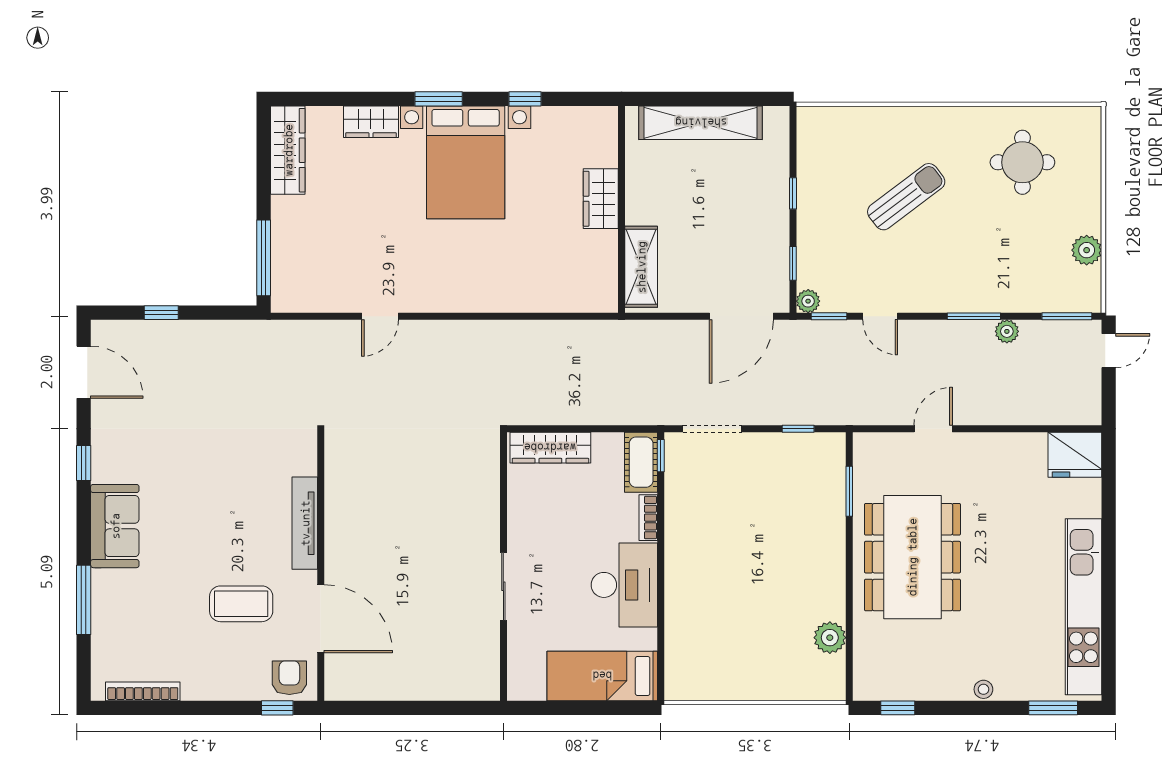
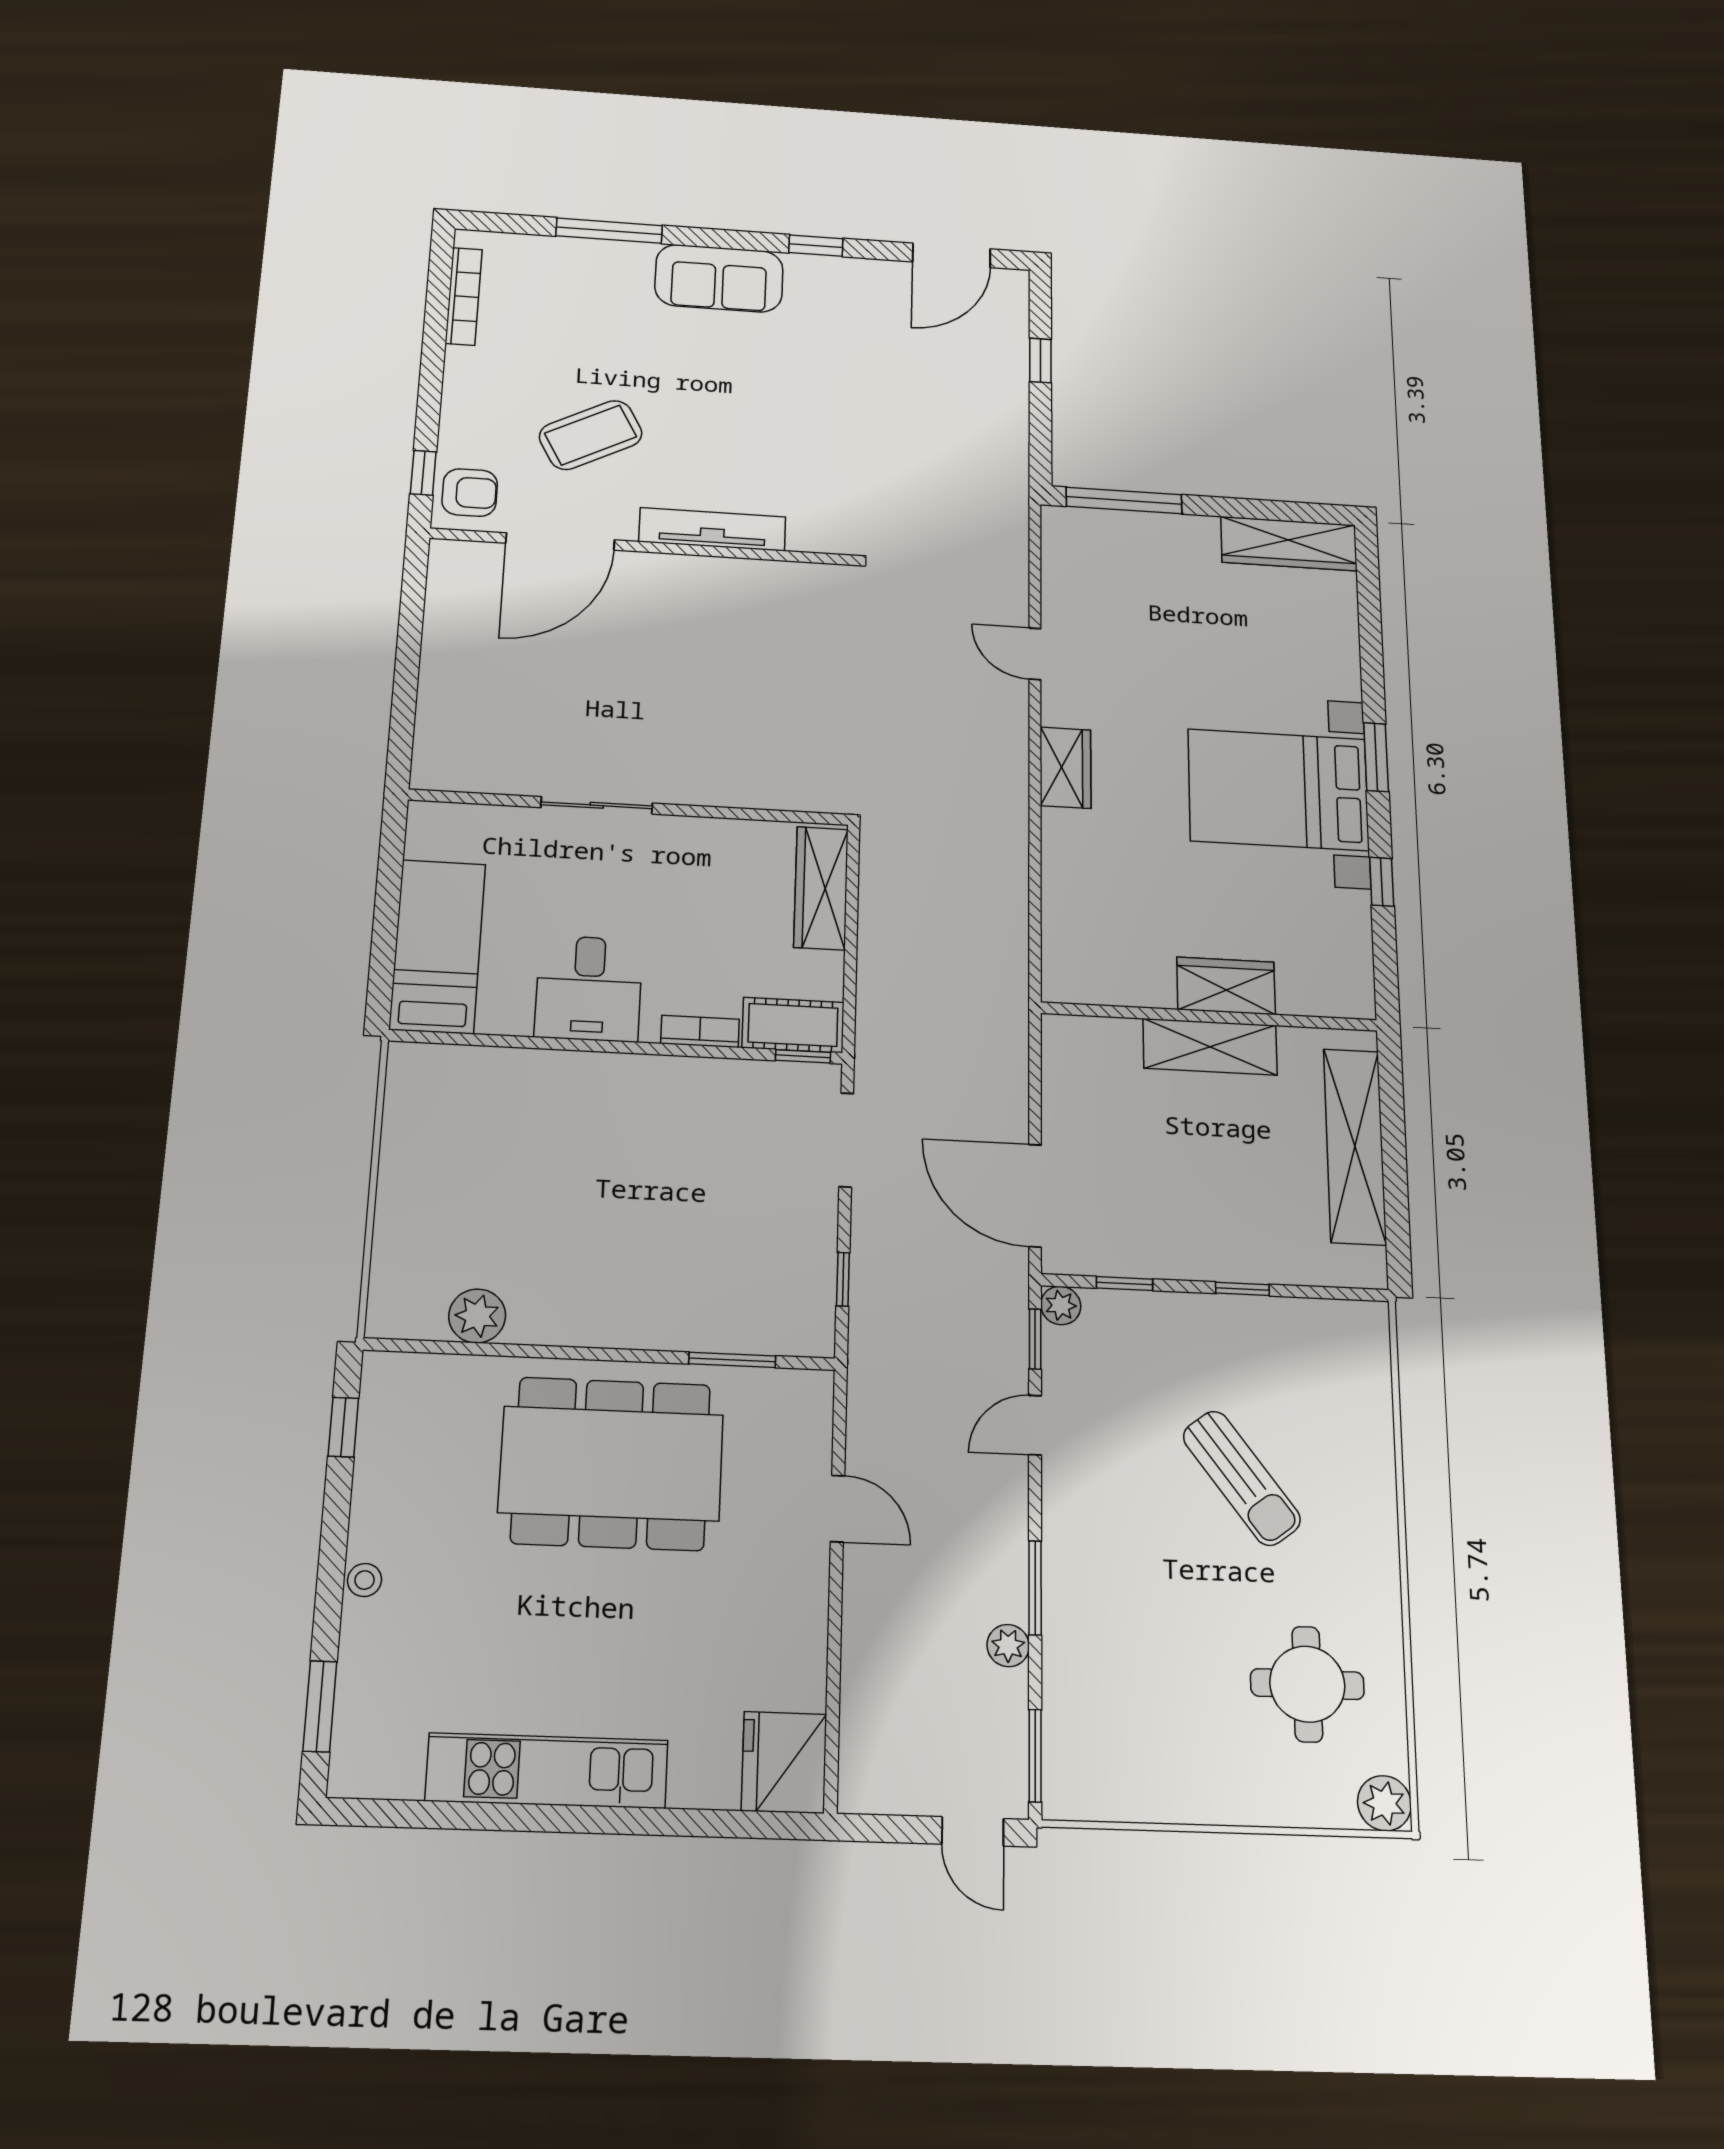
wardrobe: (371, 122) -> (1065, 768), moved, turned 180
plant: (1087, 250) -> (1384, 1803), moved
shelving: (641, 267) -> (1210, 1047), moved
desk: (624, 585) -> (589, 988), width x0.73
coffee table: (241, 604) -> (591, 435), turned 62
kitchen unit: (1083, 607) -> (547, 1771), width x0.73

